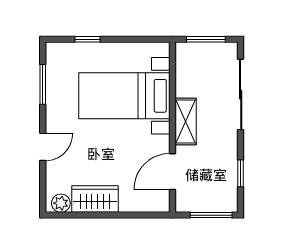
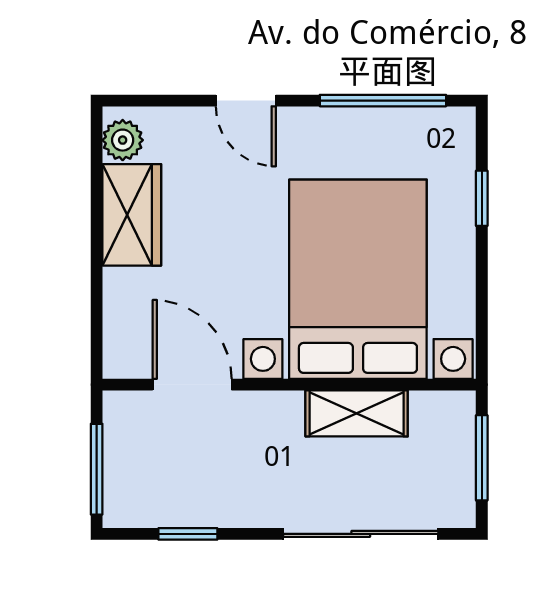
window: (43, 84) -> (383, 101), width x1.44
bed with nightstands: (124, 96) -> (358, 279), width x1.36
shelving: (186, 121) -> (357, 413), moved

